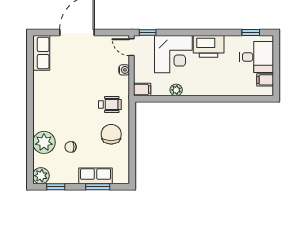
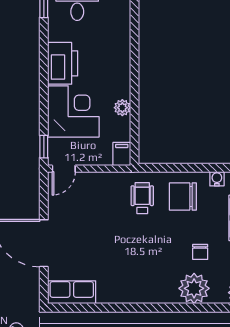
water cooler: (124, 70) -> (217, 179), moved

